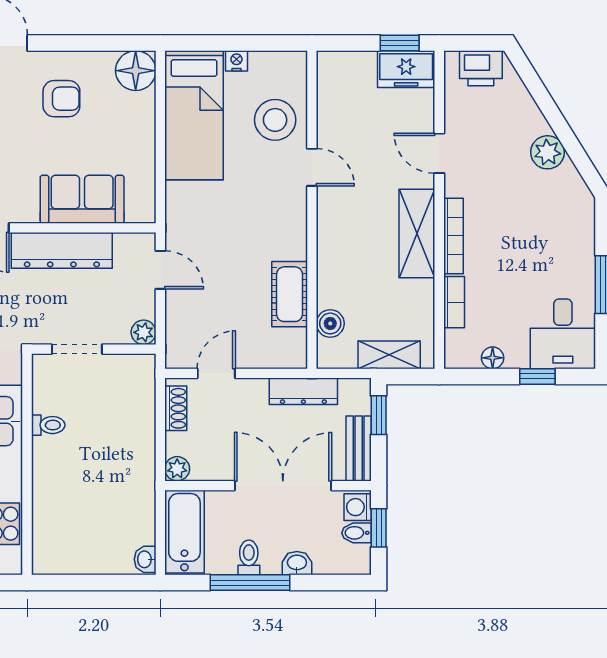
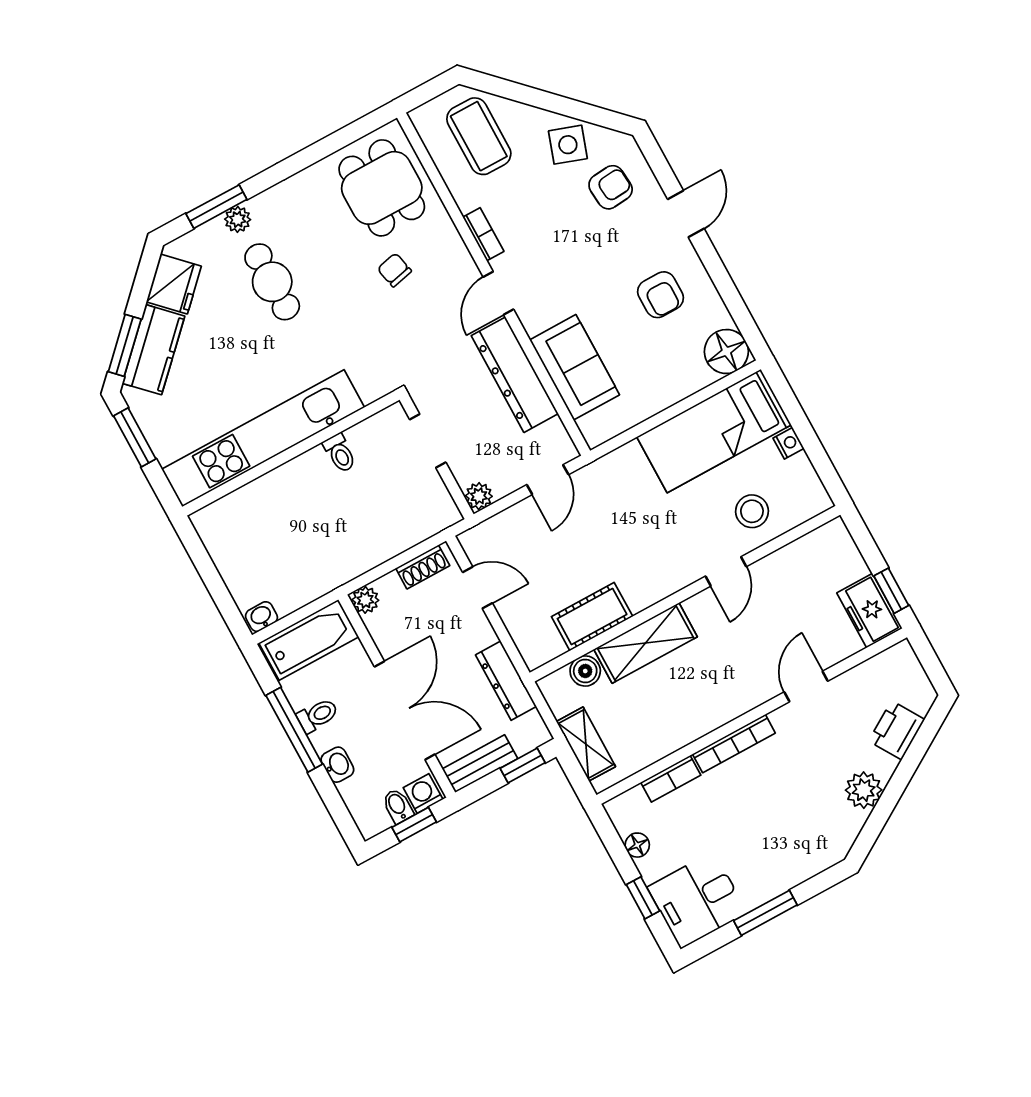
printer: (481, 68) -> (897, 730), moved, turned 58
stool: (275, 120) -> (752, 511), width x0.73, depth x0.73
shelving: (417, 234) -> (646, 643), moved

